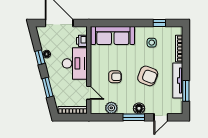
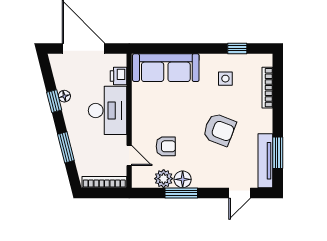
armchair: (115, 77) -> (166, 146), moved
tv unit: (178, 80) -> (265, 161), moved
floor lamp: (139, 108) -> (183, 179), moved
window: (134, 117) -> (181, 193), moved

